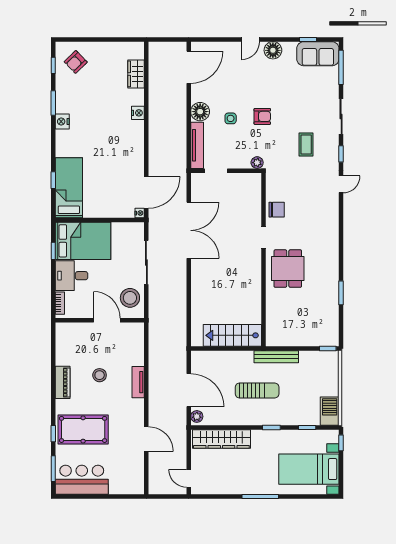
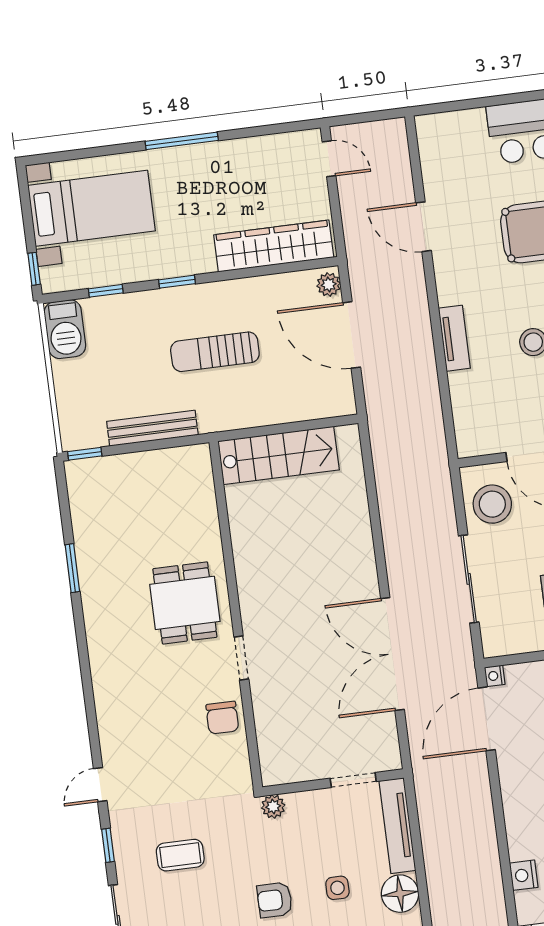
coffee table: (306, 144) -> (180, 855), turned 90
chair: (277, 210) -> (222, 718), turned -90
bench: (276, 357) -> (152, 428), moved

